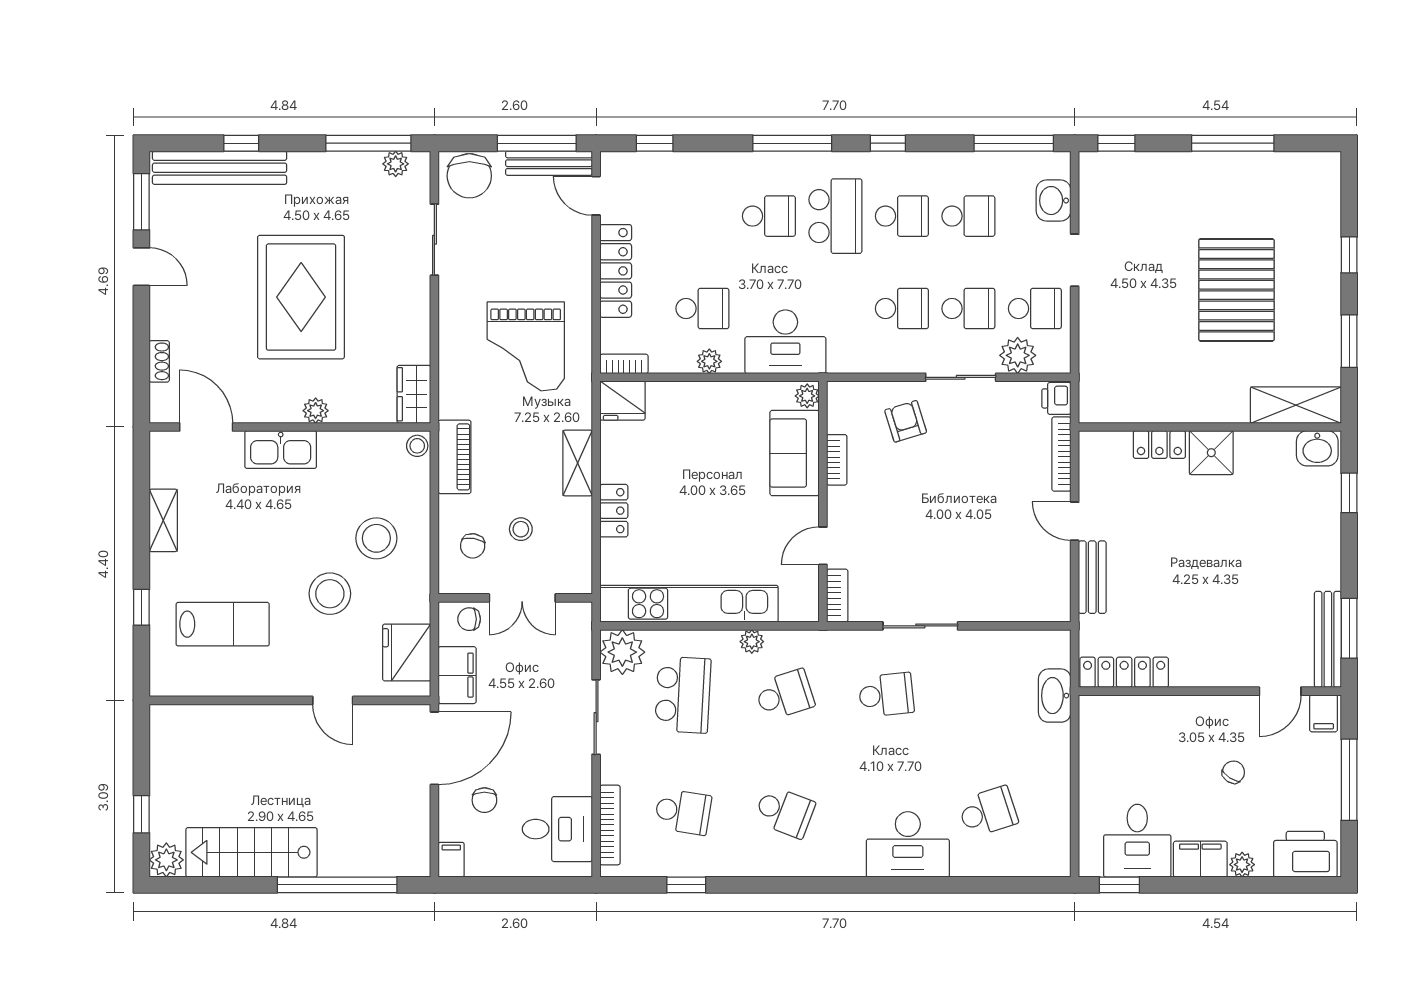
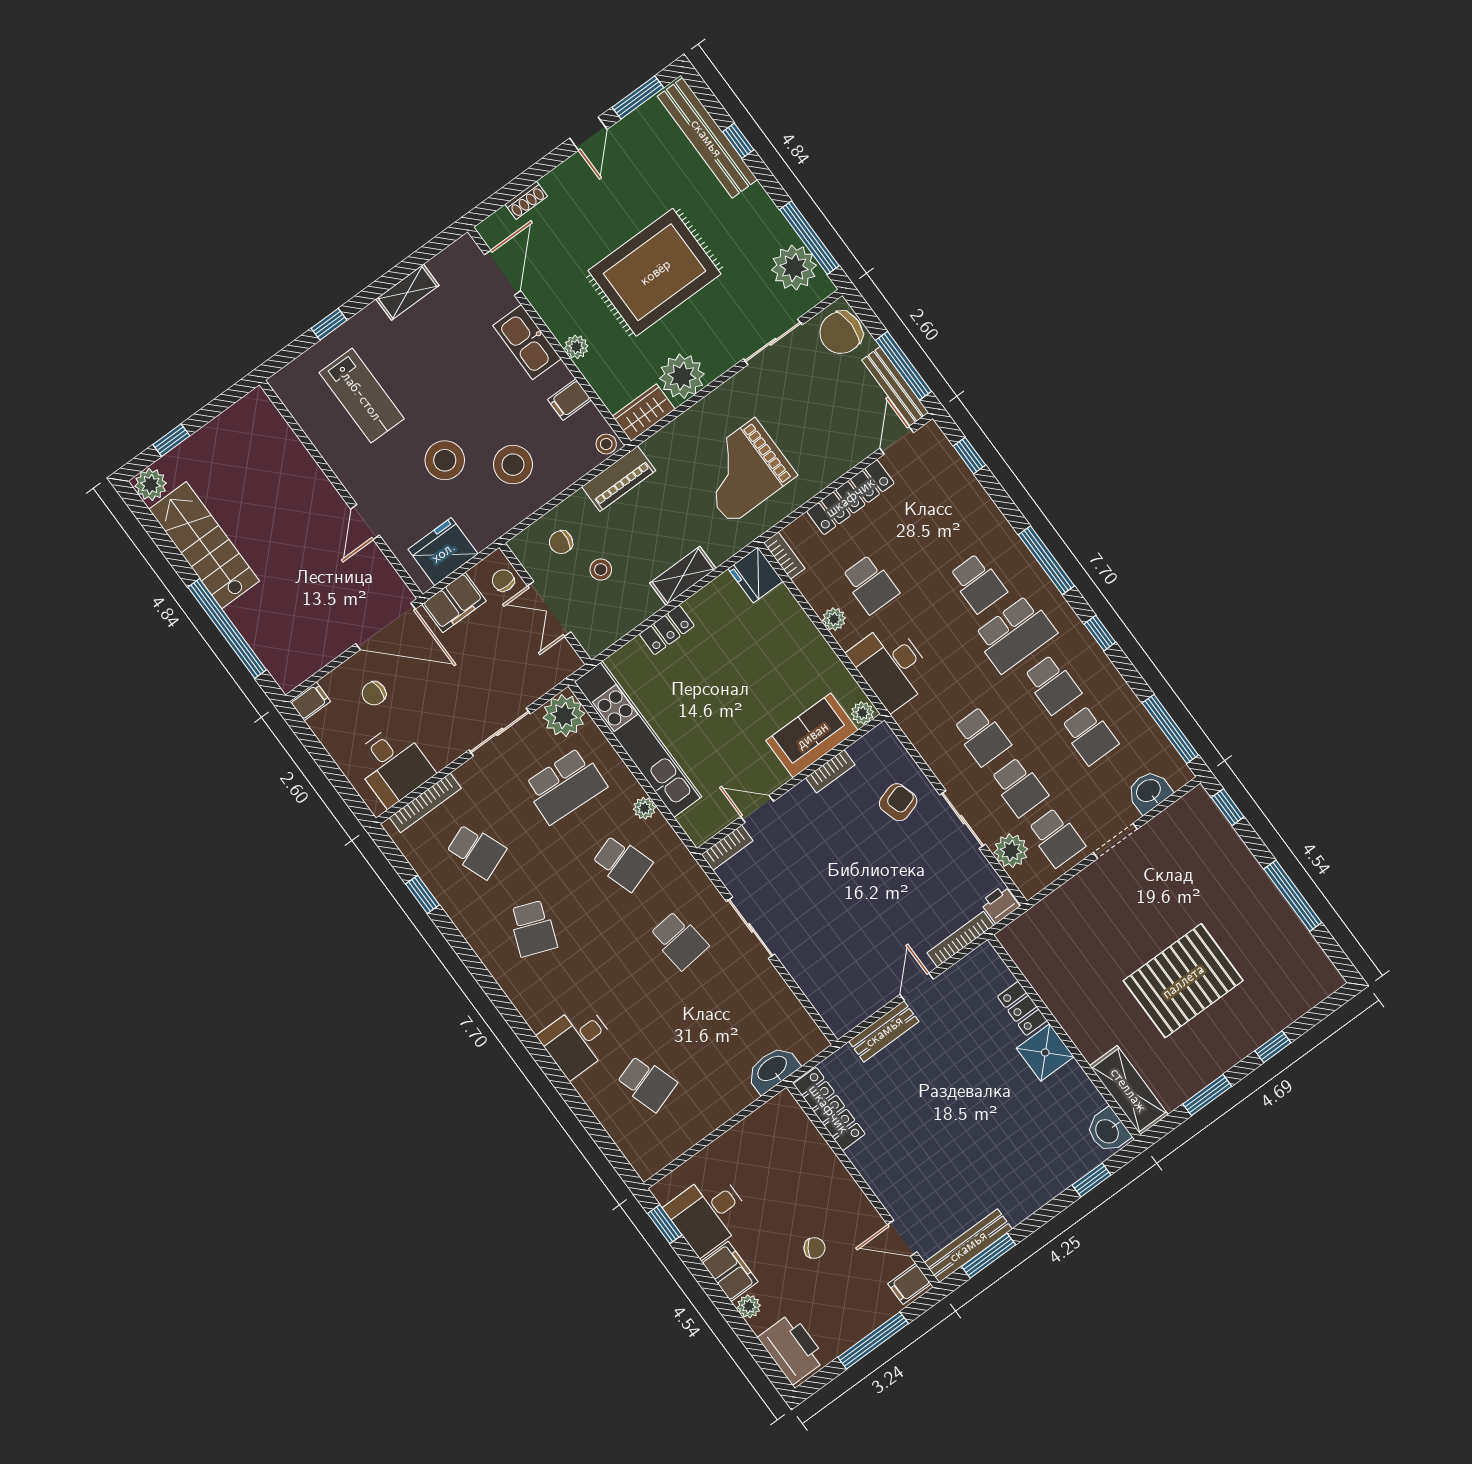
plant: (396, 164) -> (794, 268), width x1.88, depth x1.88
plant: (407, 339) -> (682, 376), added
filing cabinet: (356, 449) -> (570, 400), added
school desk: (683, 812) -> (476, 851), turned -30
desk: (908, 844) -> (577, 1041), width x0.73

